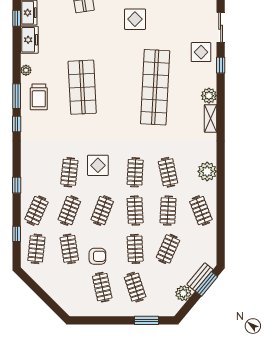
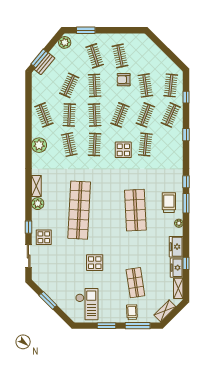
plant: (183, 293) -> (65, 42), moved

